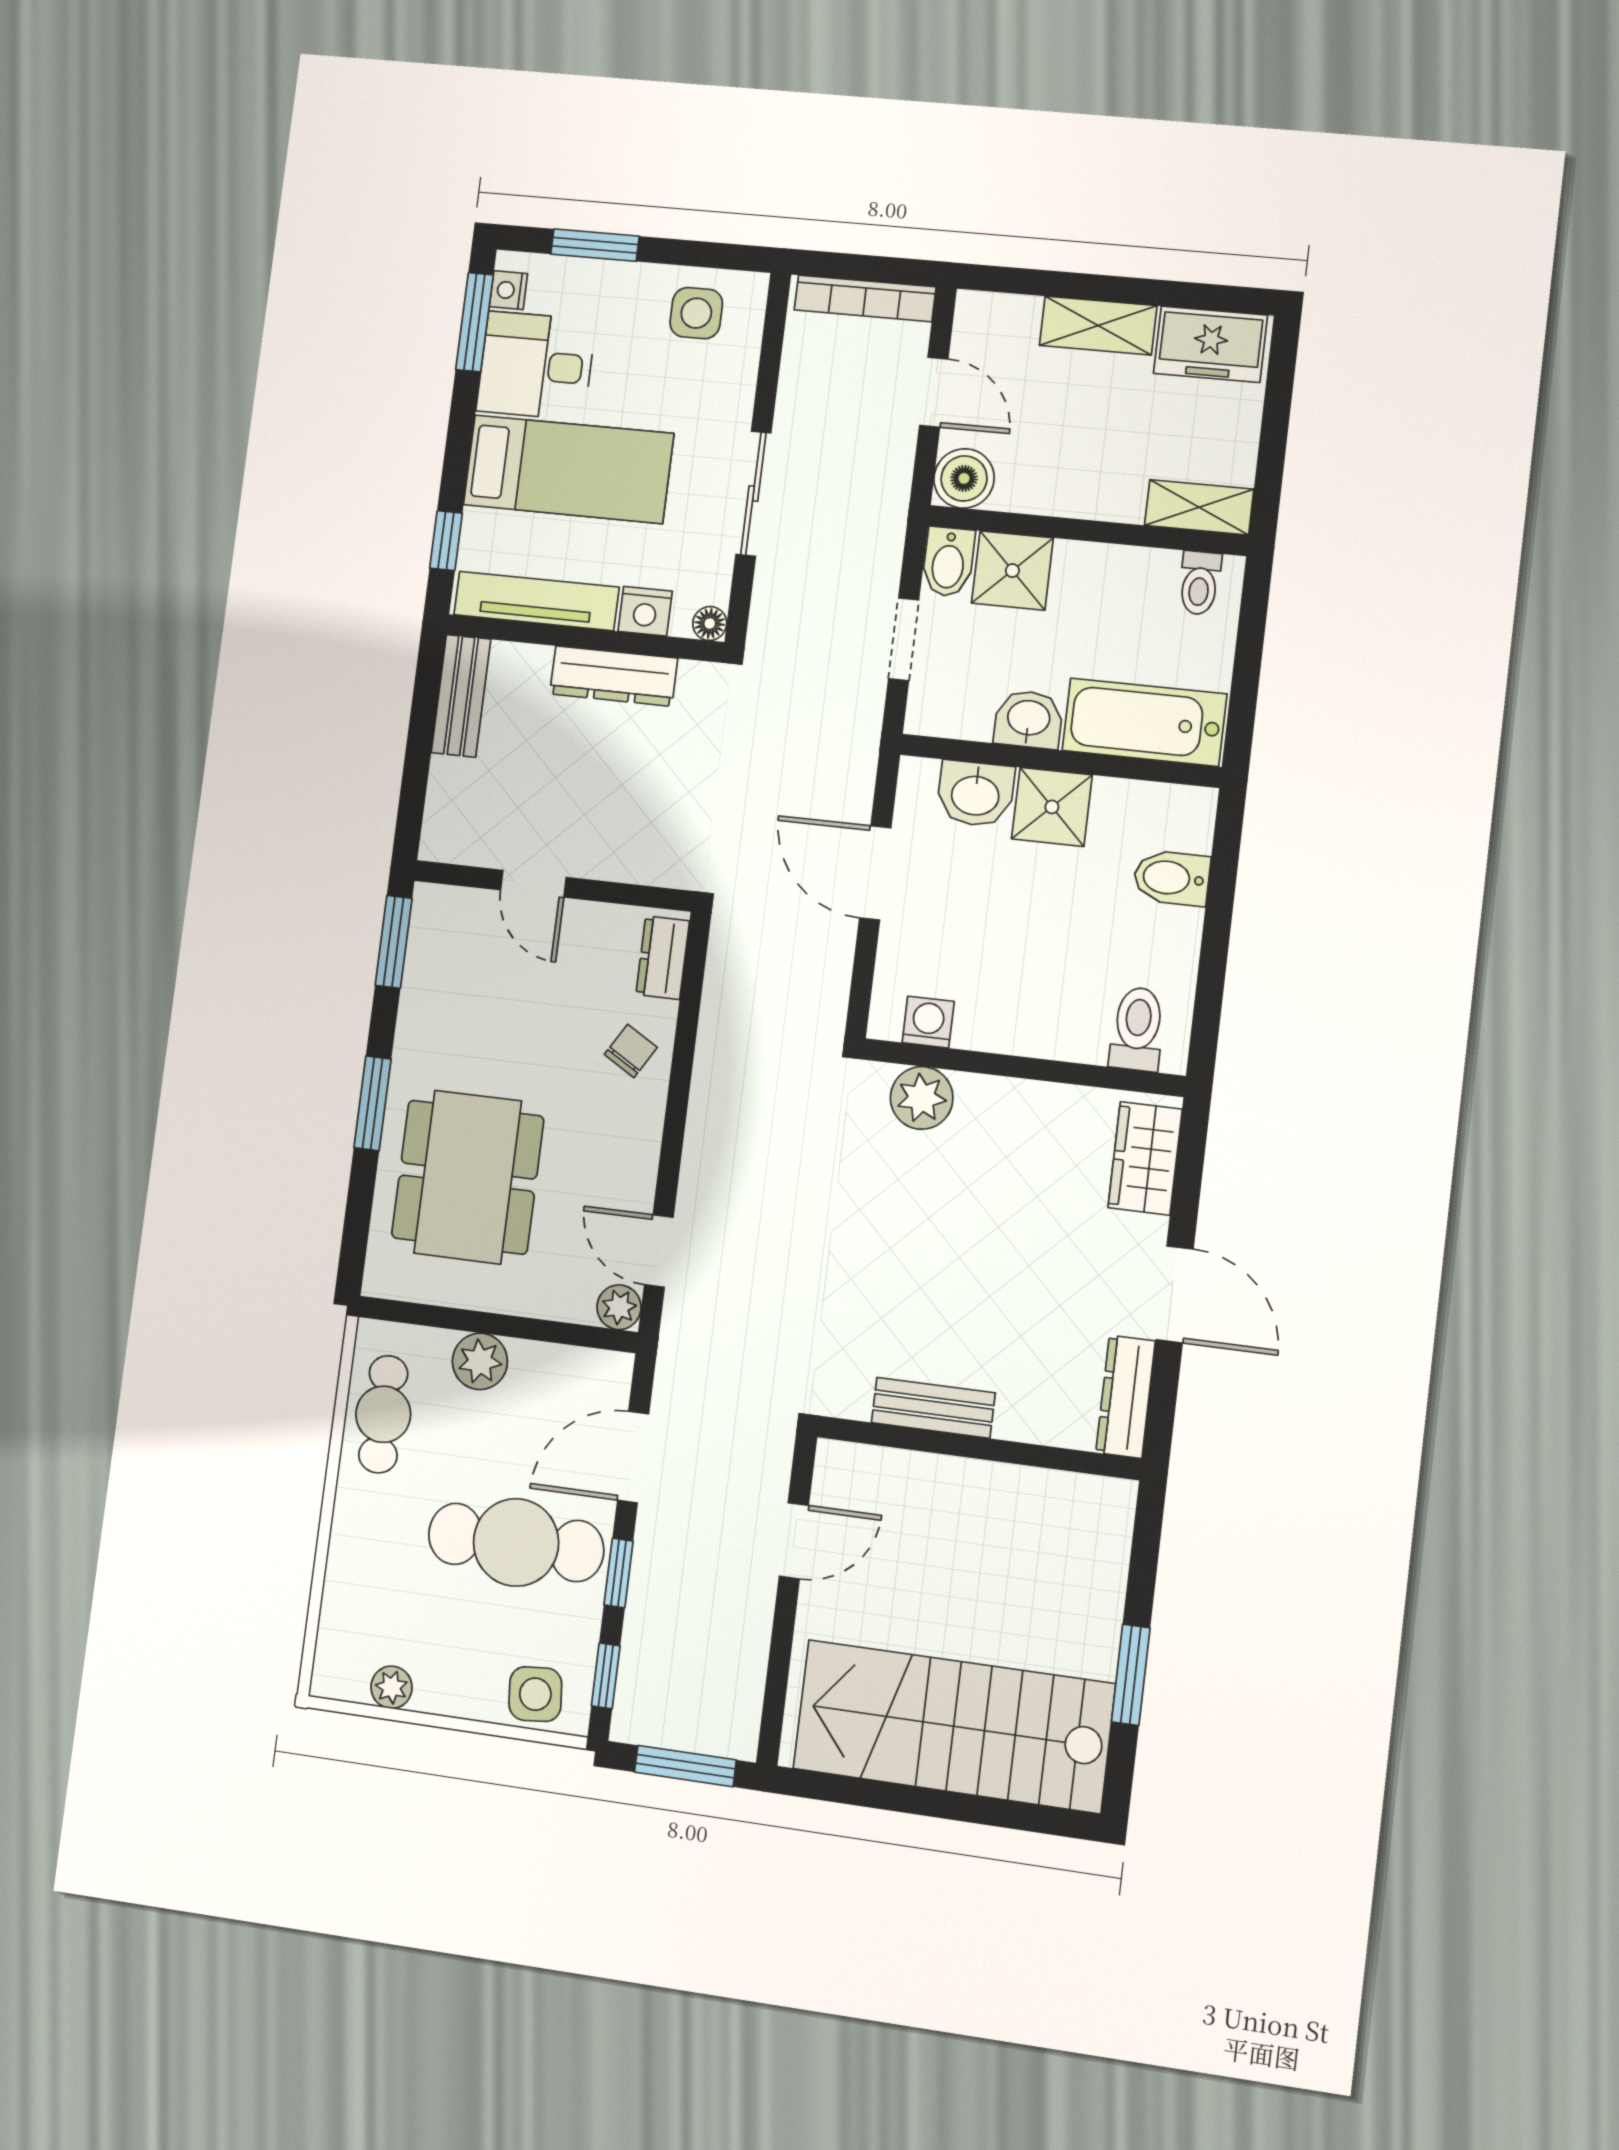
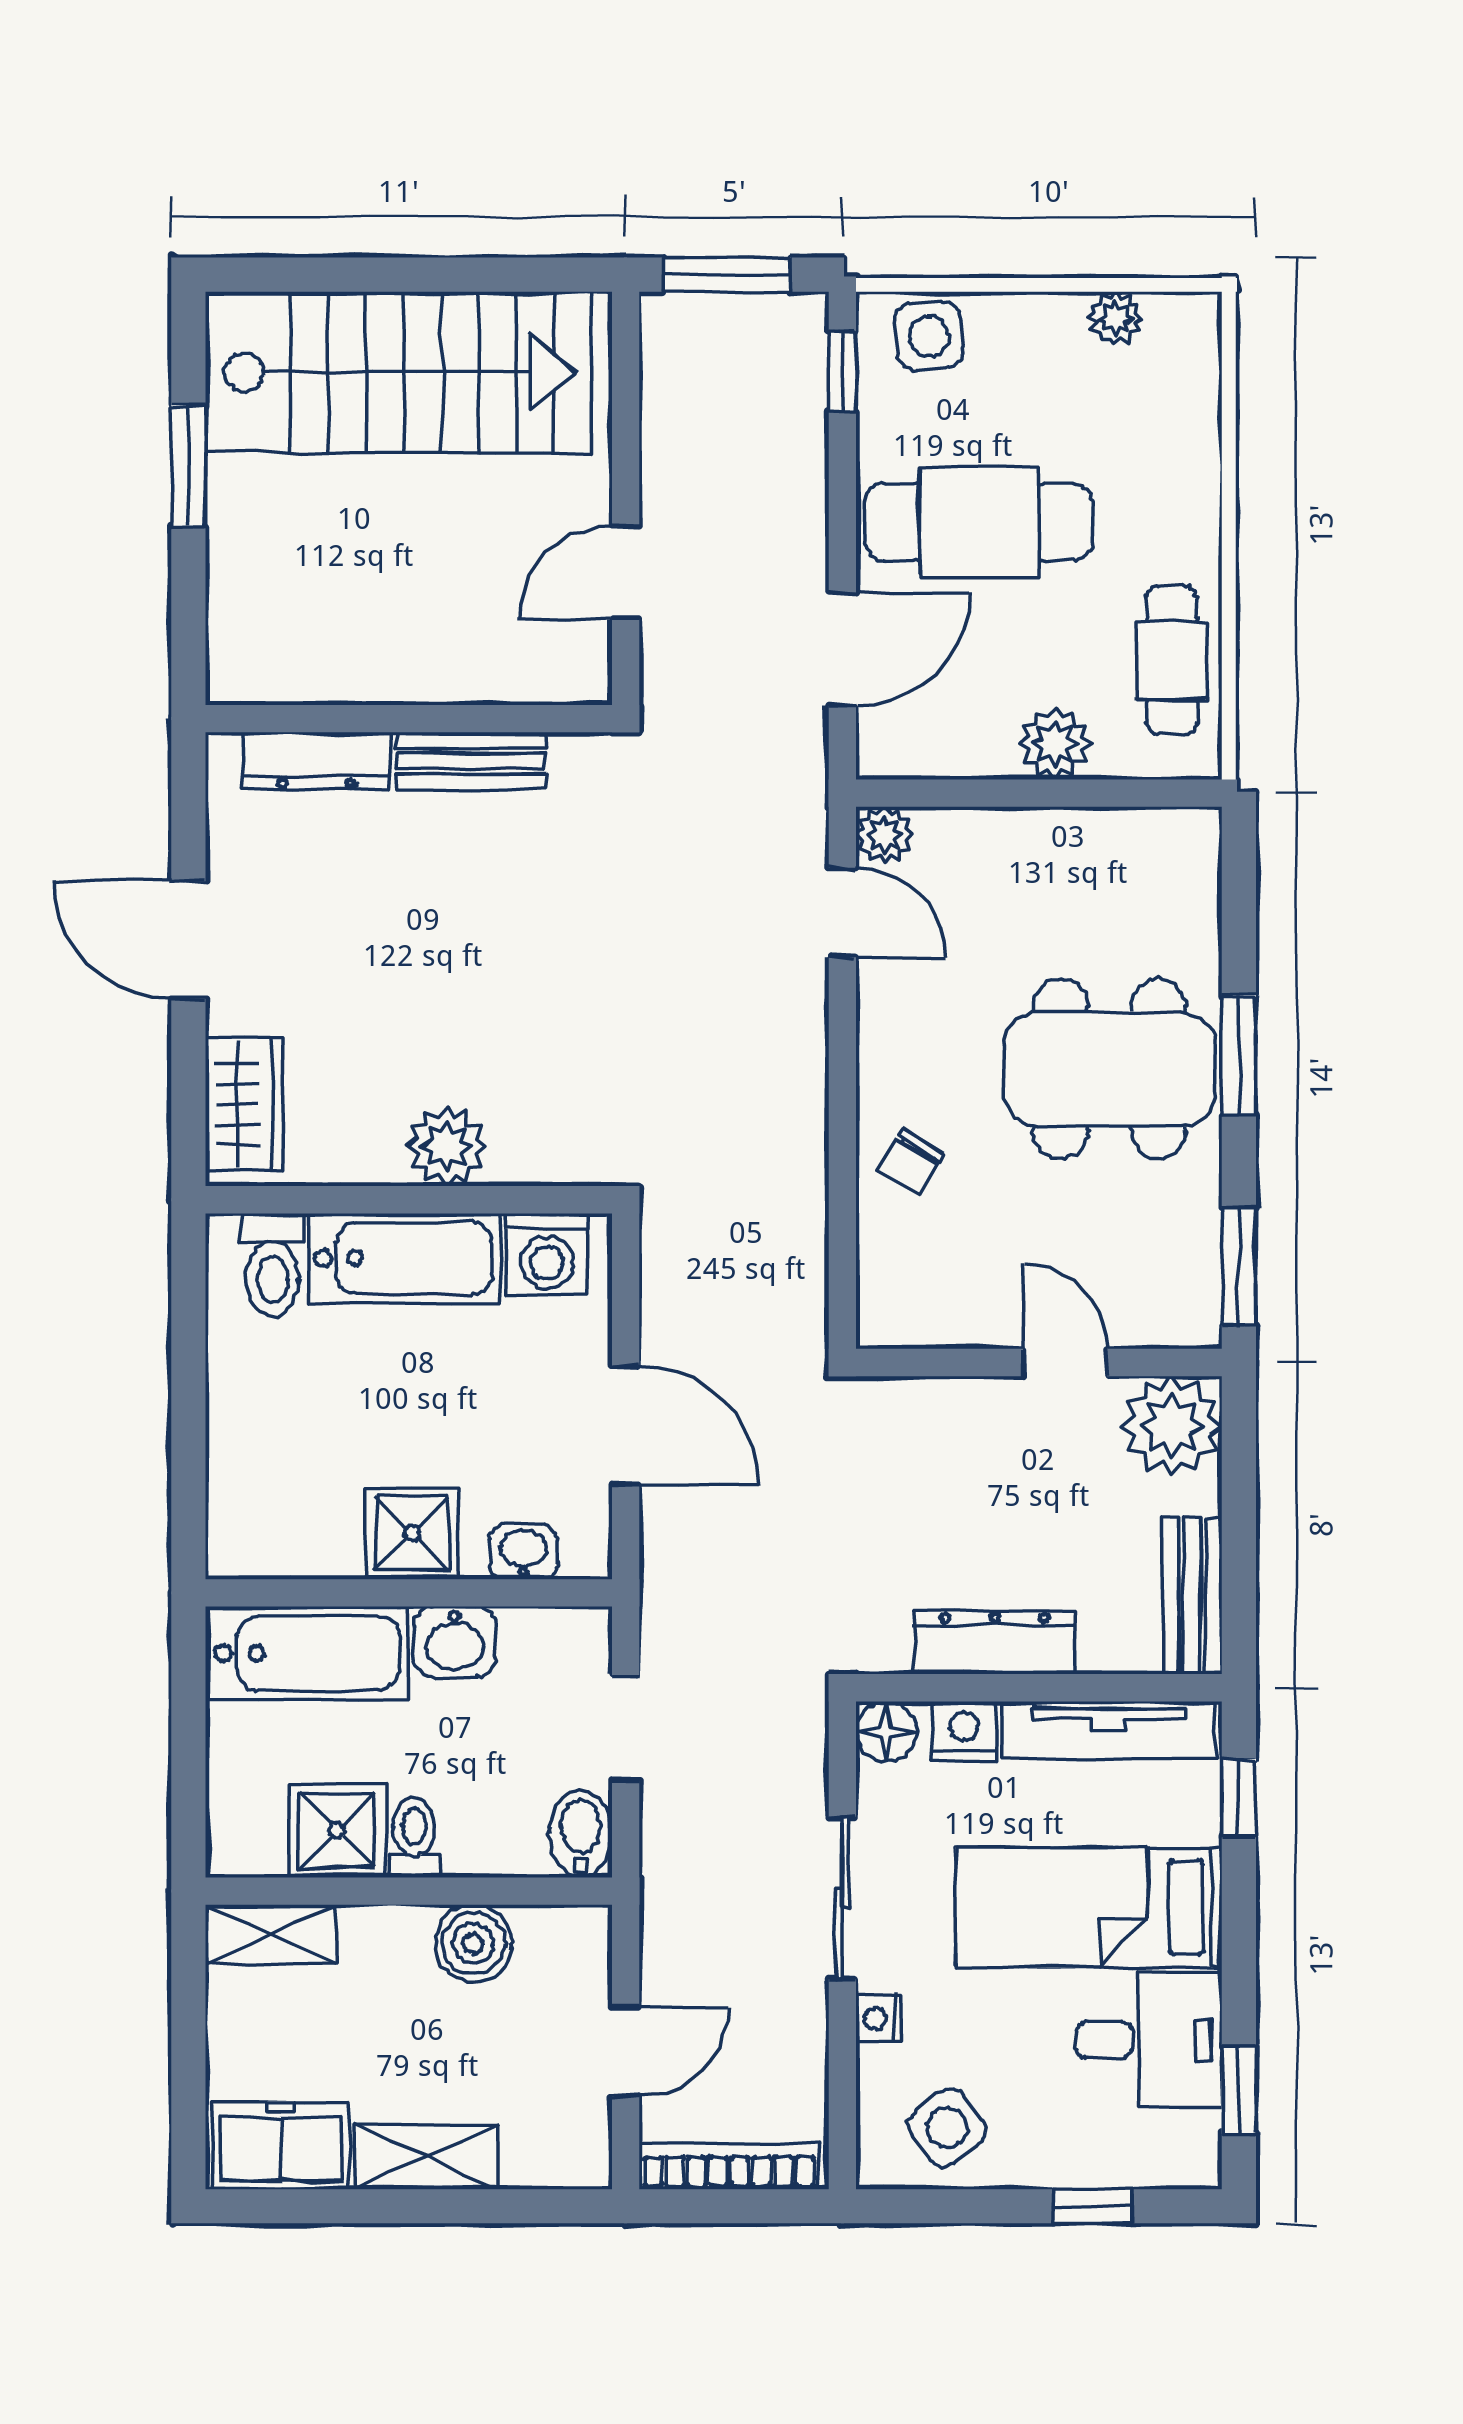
window: (595, 245) -> (1092, 2206), width x0.67
nightstand: (508, 290) -> (879, 2018), moved, turned 180
side table: (696, 313) -> (947, 2128), turned -37
window: (474, 322) -> (1239, 2090), width x0.67
door: (934, 392) -> (626, 2052), swing flipped
boiler: (964, 478) -> (473, 1943), moved
shower: (1012, 571) -> (337, 1830), moved
toilet: (1200, 583) -> (414, 1838), moved
floor lamp: (710, 624) -> (886, 1732), width x1.37, depth x1.37
washbasin: (975, 794) -> (523, 1552), width x0.72, depth x0.69
plant: (459, 826) -> (1172, 1426), added
bidet: (1172, 878) -> (252, 1460), removed
dresser: (663, 958) -> (885, 1286), removed
washing machine: (928, 1022) -> (547, 1254), width x1.38, depth x1.38
bathtub: (1032, 1022) -> (405, 1258), added
plant: (922, 1098) -> (447, 1147), moved
dining table: (468, 1177) -> (1110, 1069), moved, turned 90
dresser: (1126, 1397) -> (317, 761), moved, turned 90
window: (619, 1573) -> (842, 502), removed

